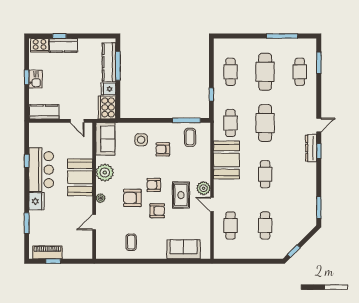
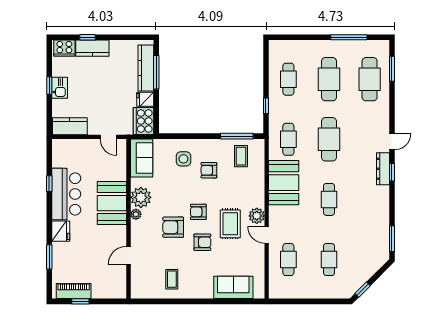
cafe table: (300, 72) -> (370, 79), width x1.37, depth x1.35
plant: (101, 198) -> (136, 214), moved

